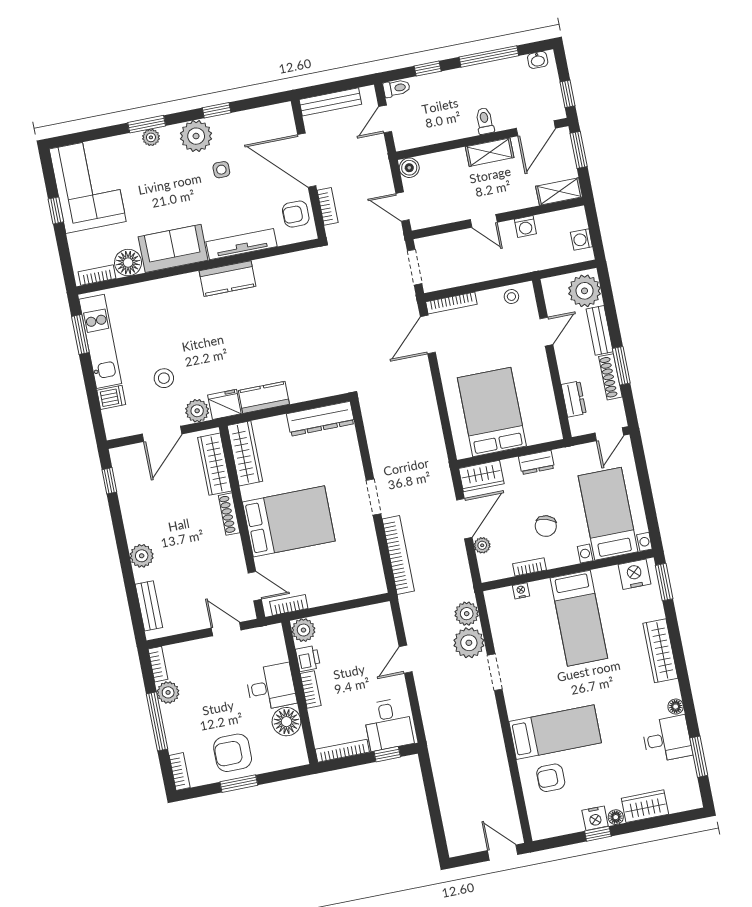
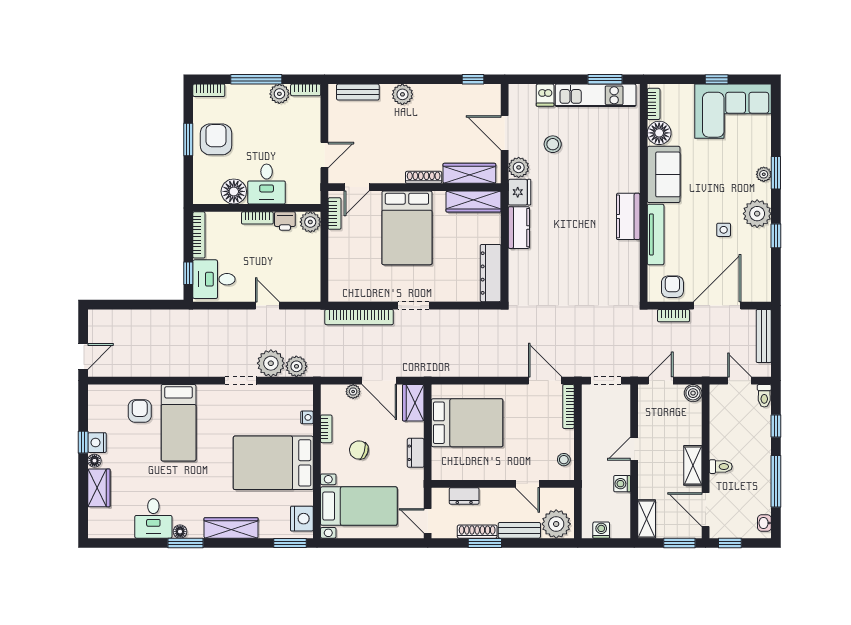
bed: (579, 618) -> (273, 463), width x1.50
window: (699, 757) -> (185, 543), moved

